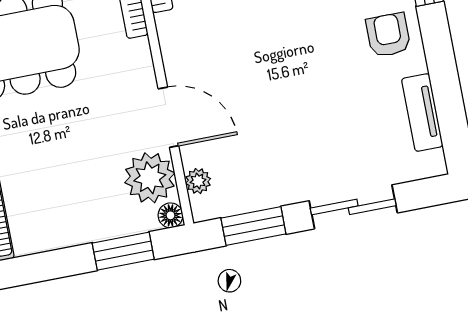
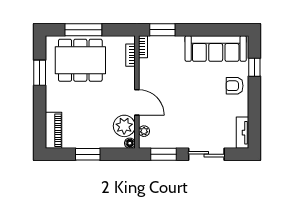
armchair: (388, 35) -> (235, 86), turned -90
tv unit: (422, 113) -> (243, 133), moved
window: (123, 251) -> (88, 154), moved

